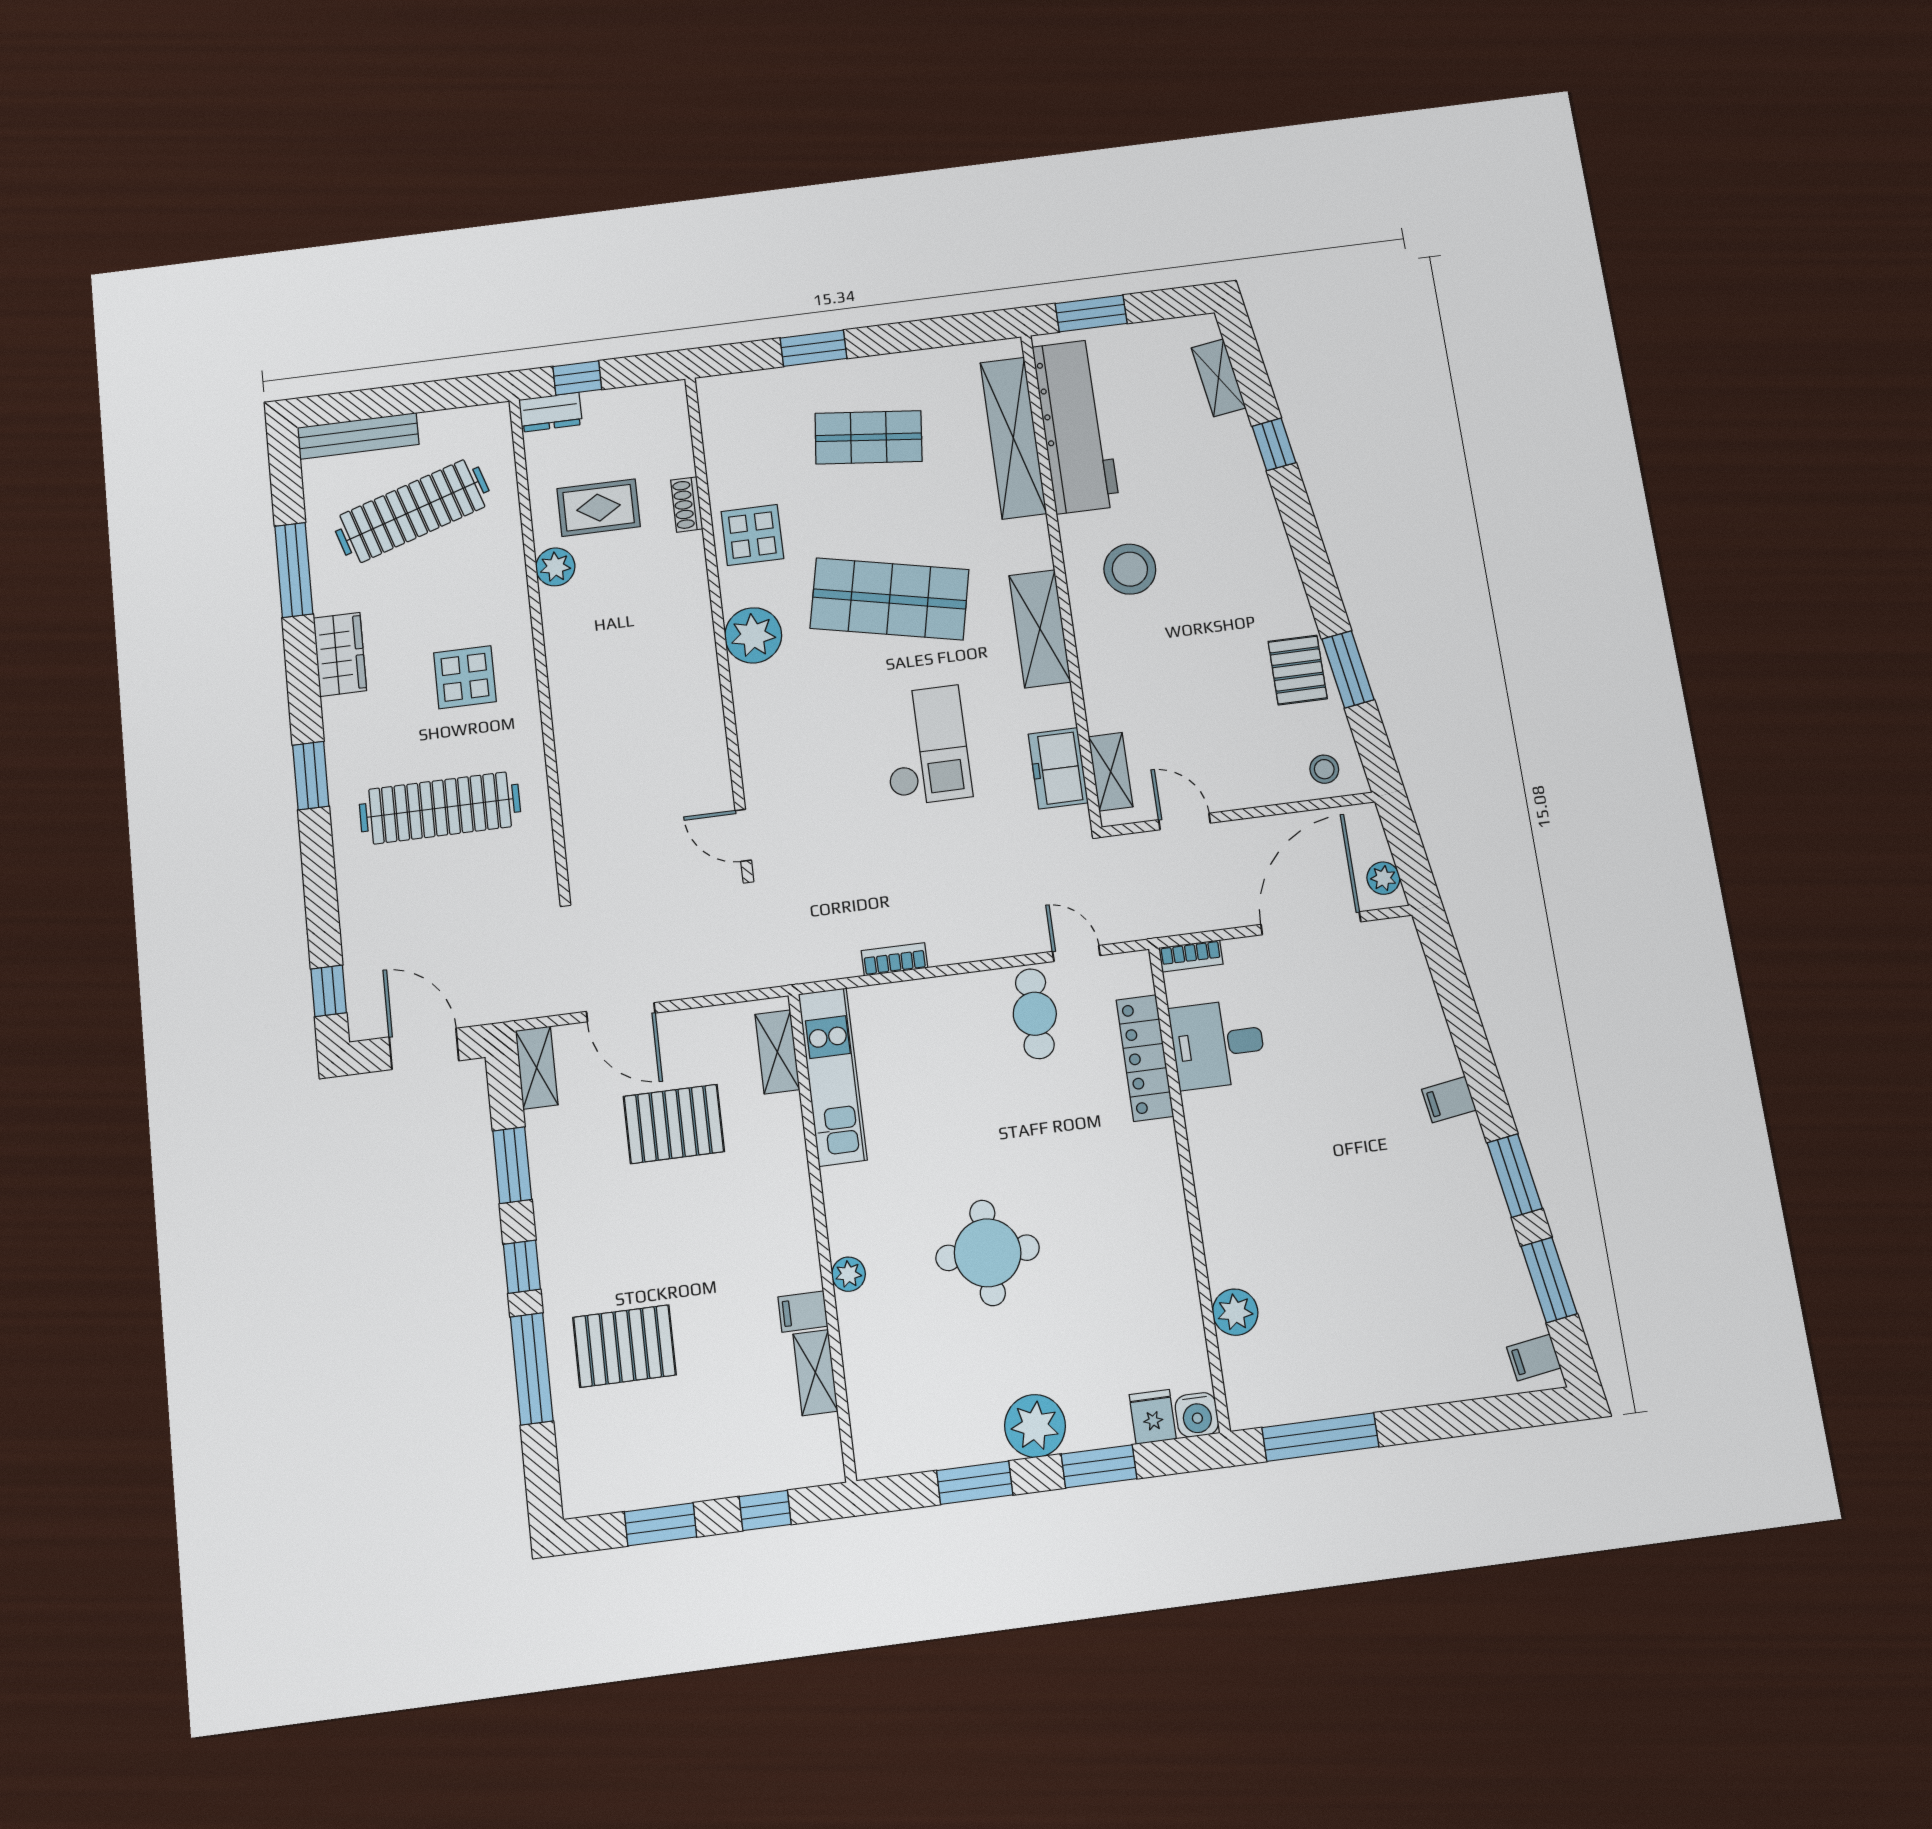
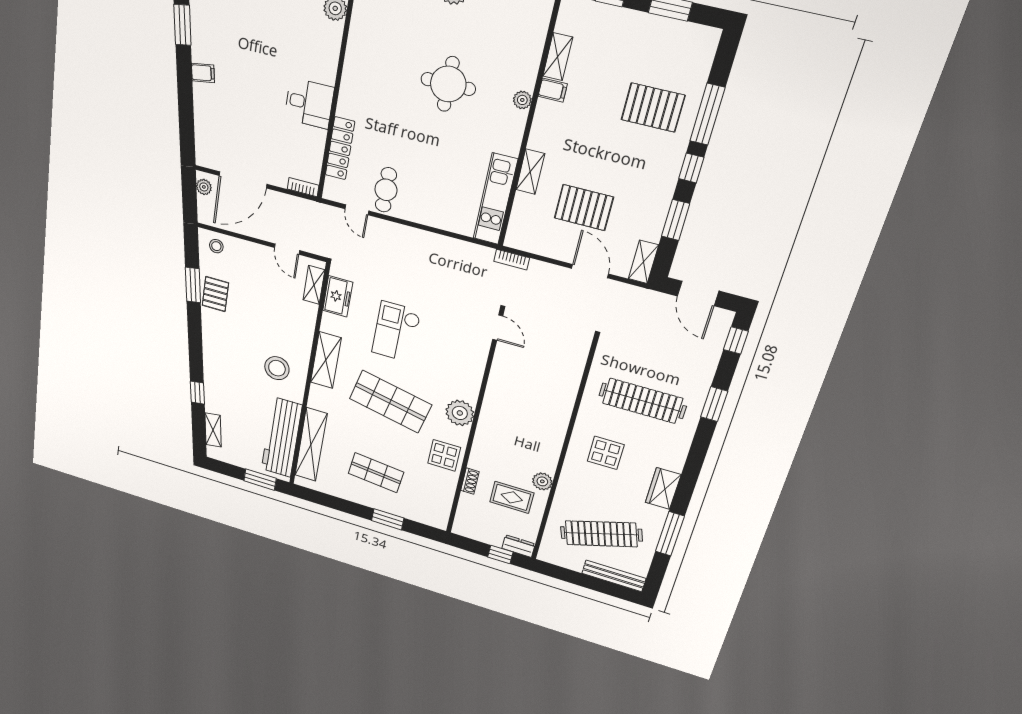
window: (311, 776) -> (714, 404), moved
bookcase: (894, 959) -> (512, 260), moved
desk: (1218, 1044) -> (309, 103), moved
shelving: (777, 1052) -> (530, 172), moved

